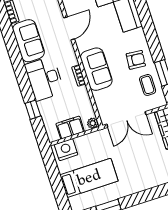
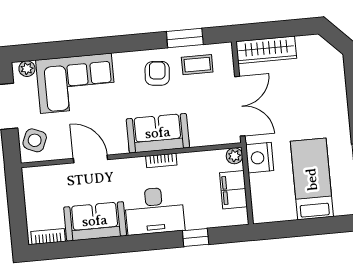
nightstand: (66, 150) -> (260, 158), moved

